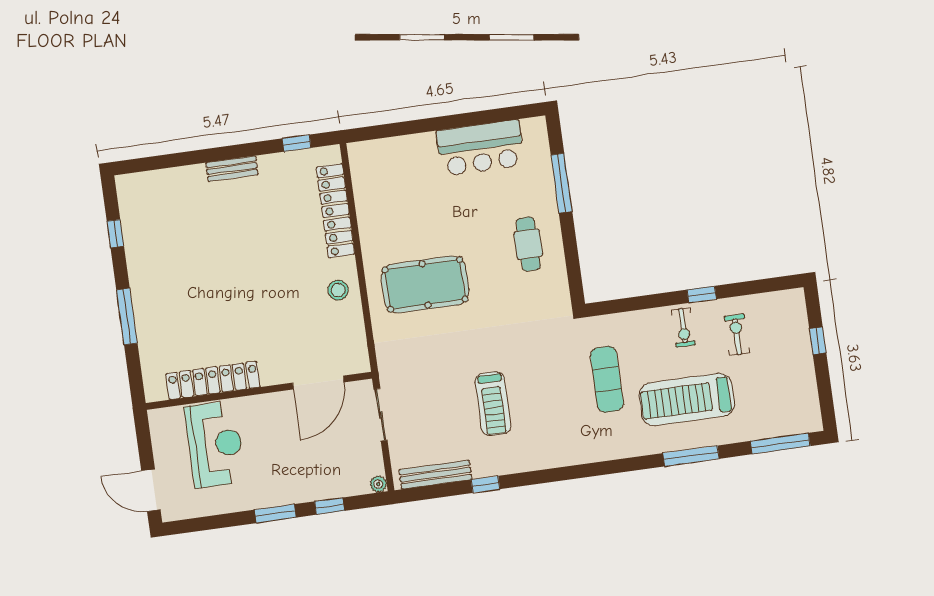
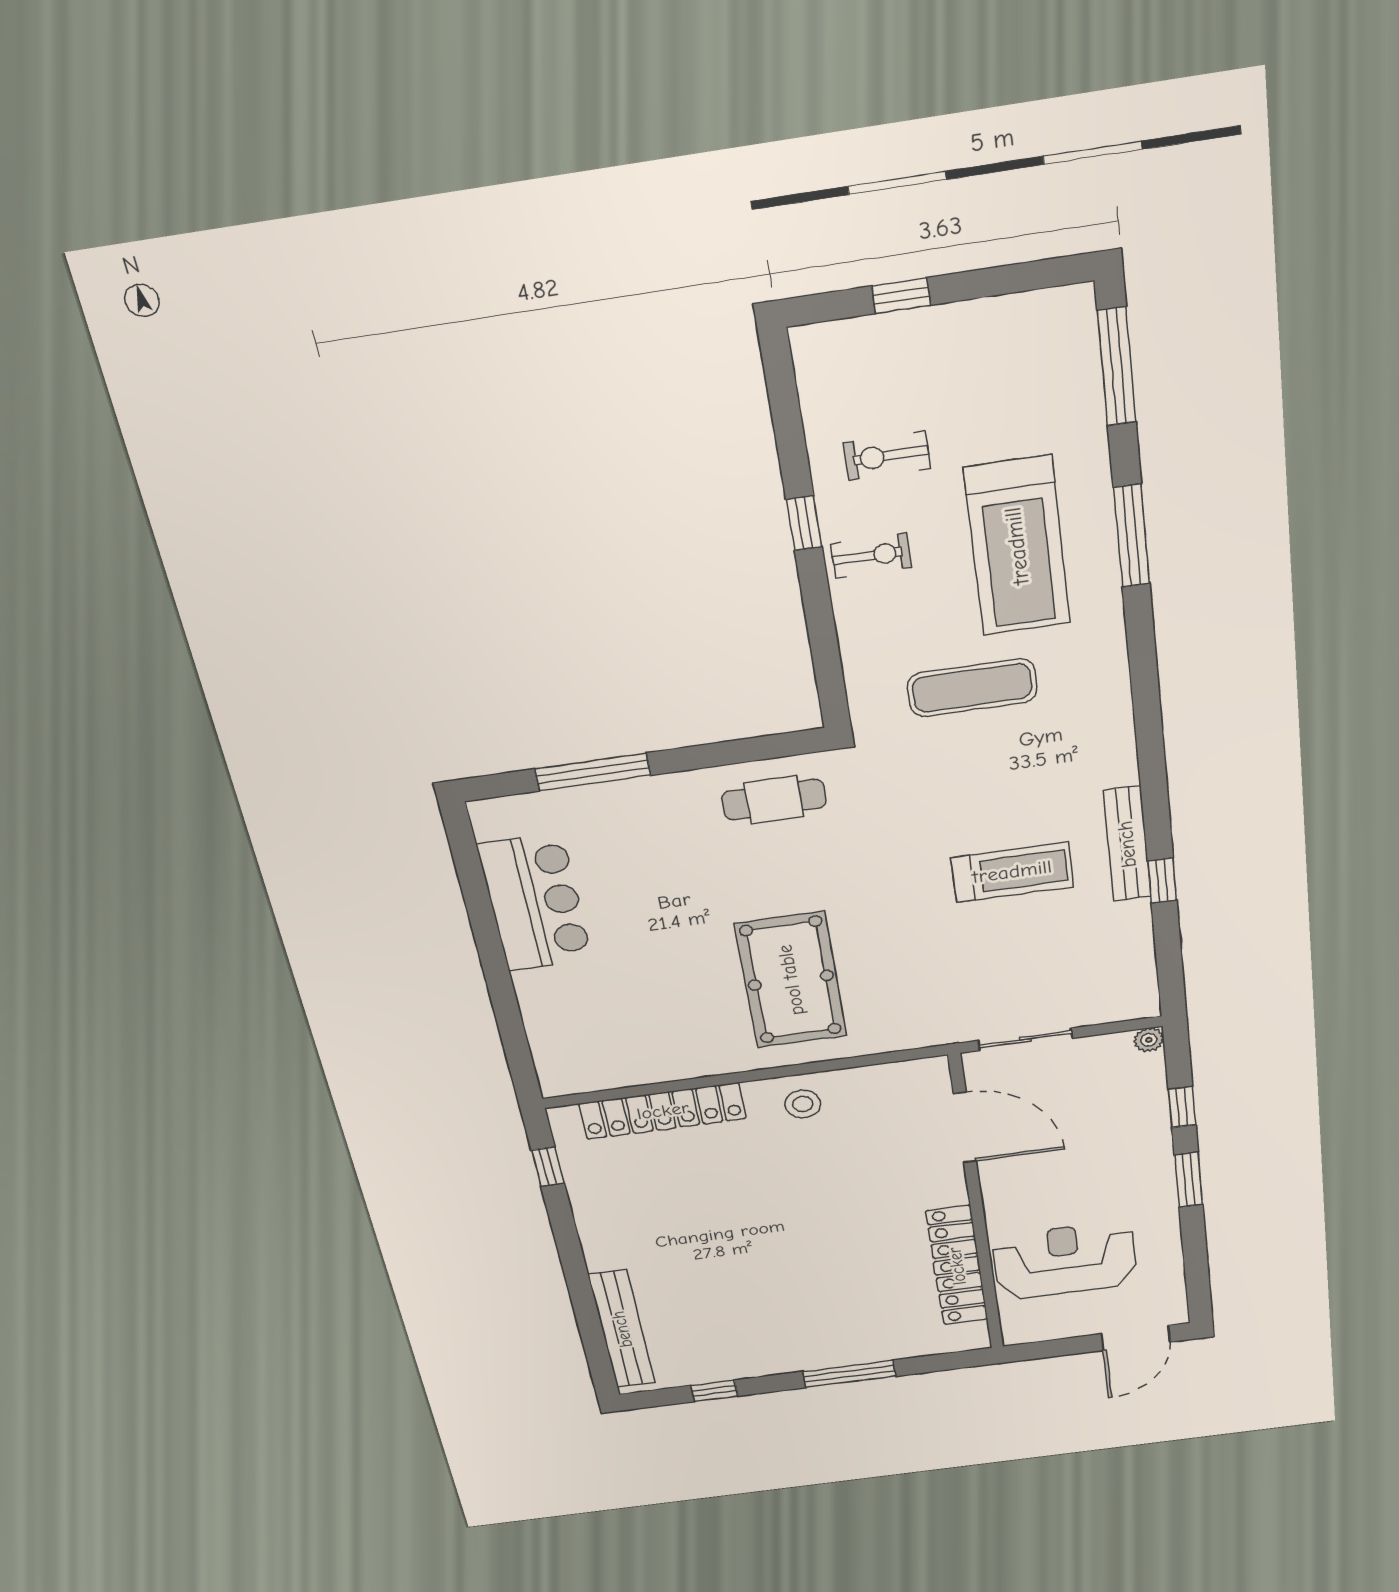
bench: (232, 169) -> (622, 1329), moved, width x1.86, depth x1.21
cafe table: (528, 244) -> (774, 800), moved
bench: (435, 475) -> (1127, 844), moved

